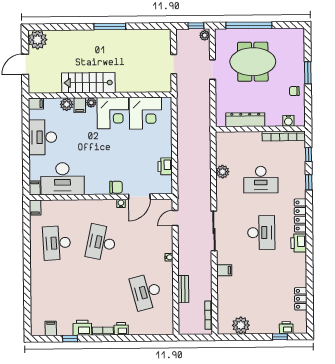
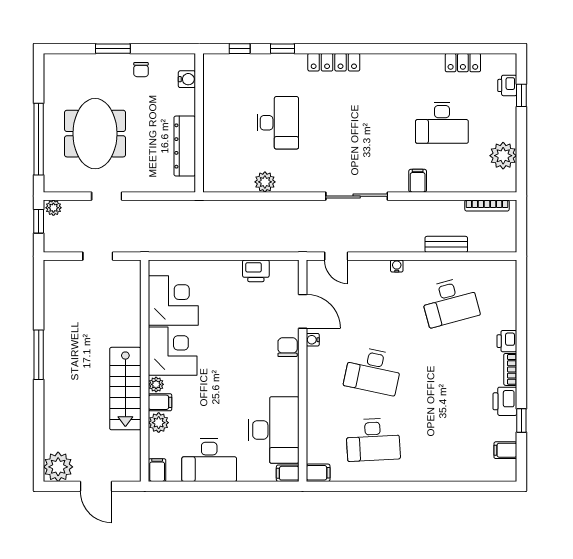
bookcase: (284, 136) -> (211, 87), removed
desk: (261, 233) -> (442, 123), moved, turned 180
printer: (299, 243) -> (376, 65), removed

